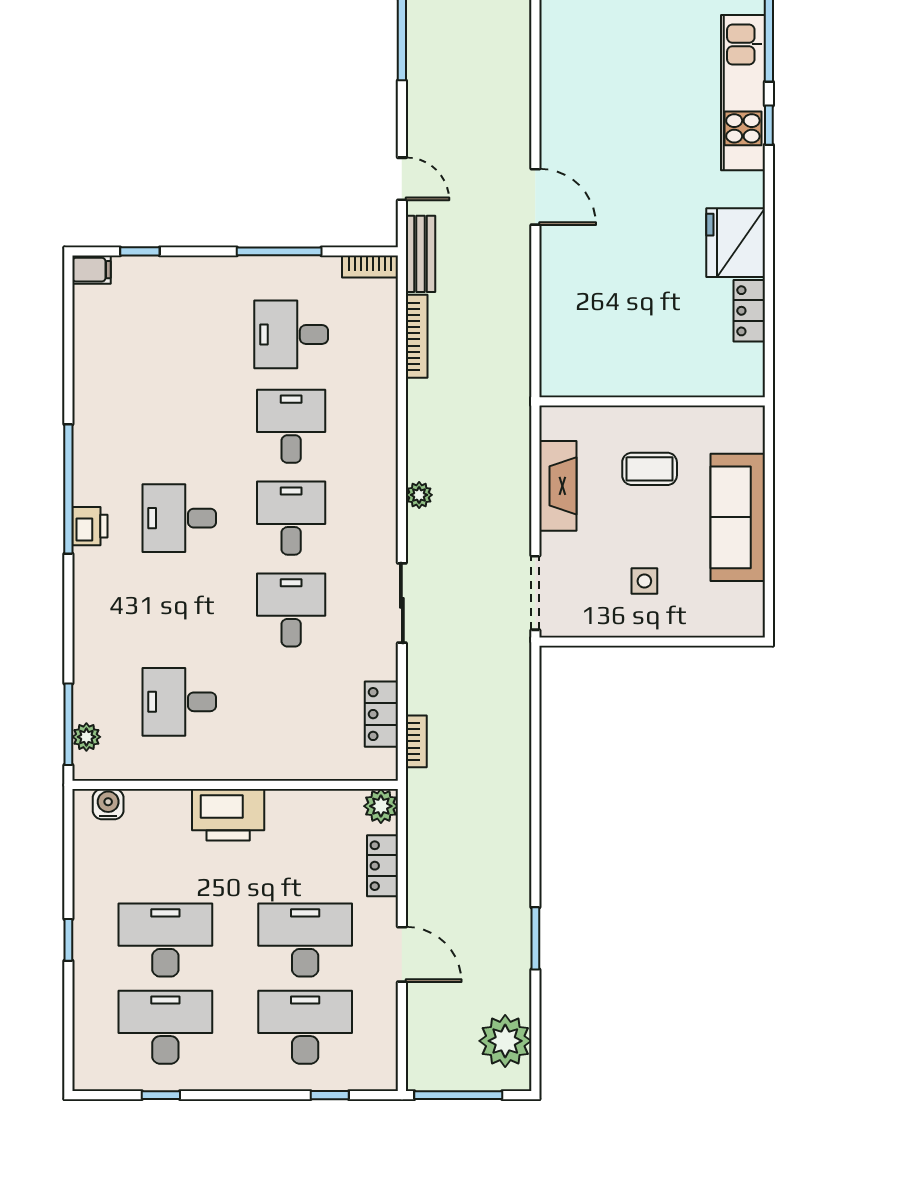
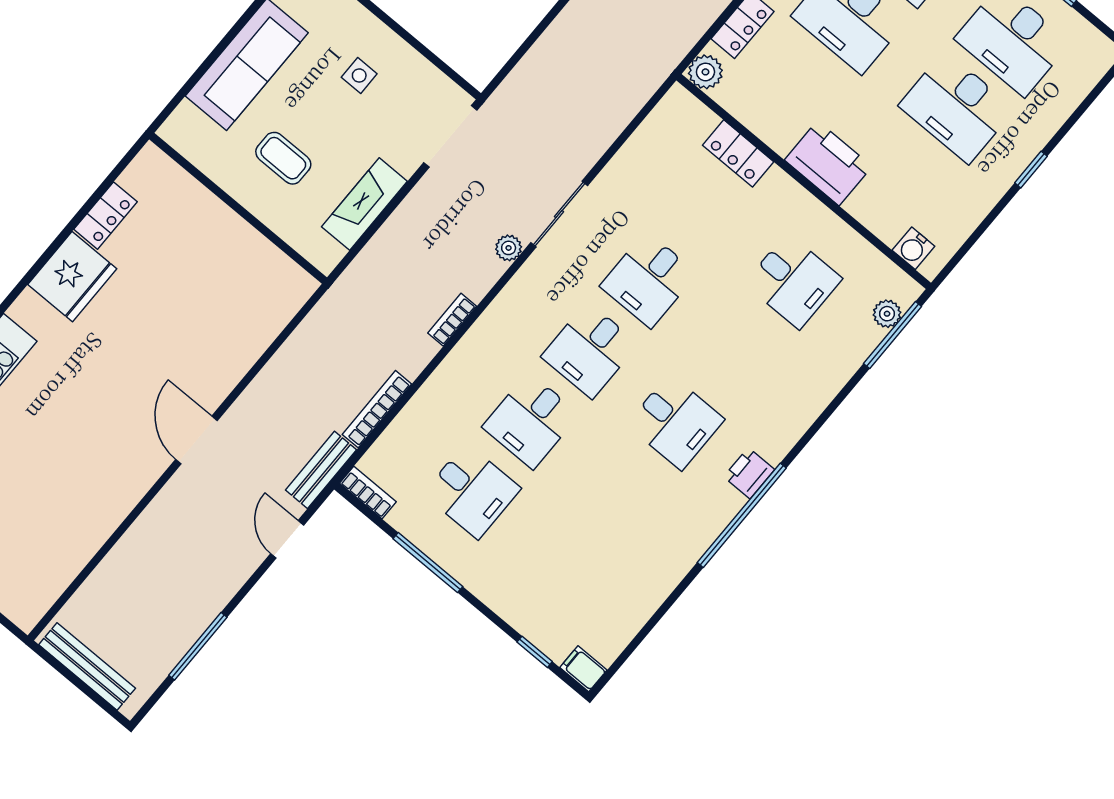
plant: (419, 495) -> (509, 248), moved
locker: (381, 714) -> (738, 153), moved, turned 90
bookcase: (416, 741) -> (452, 320), moved

